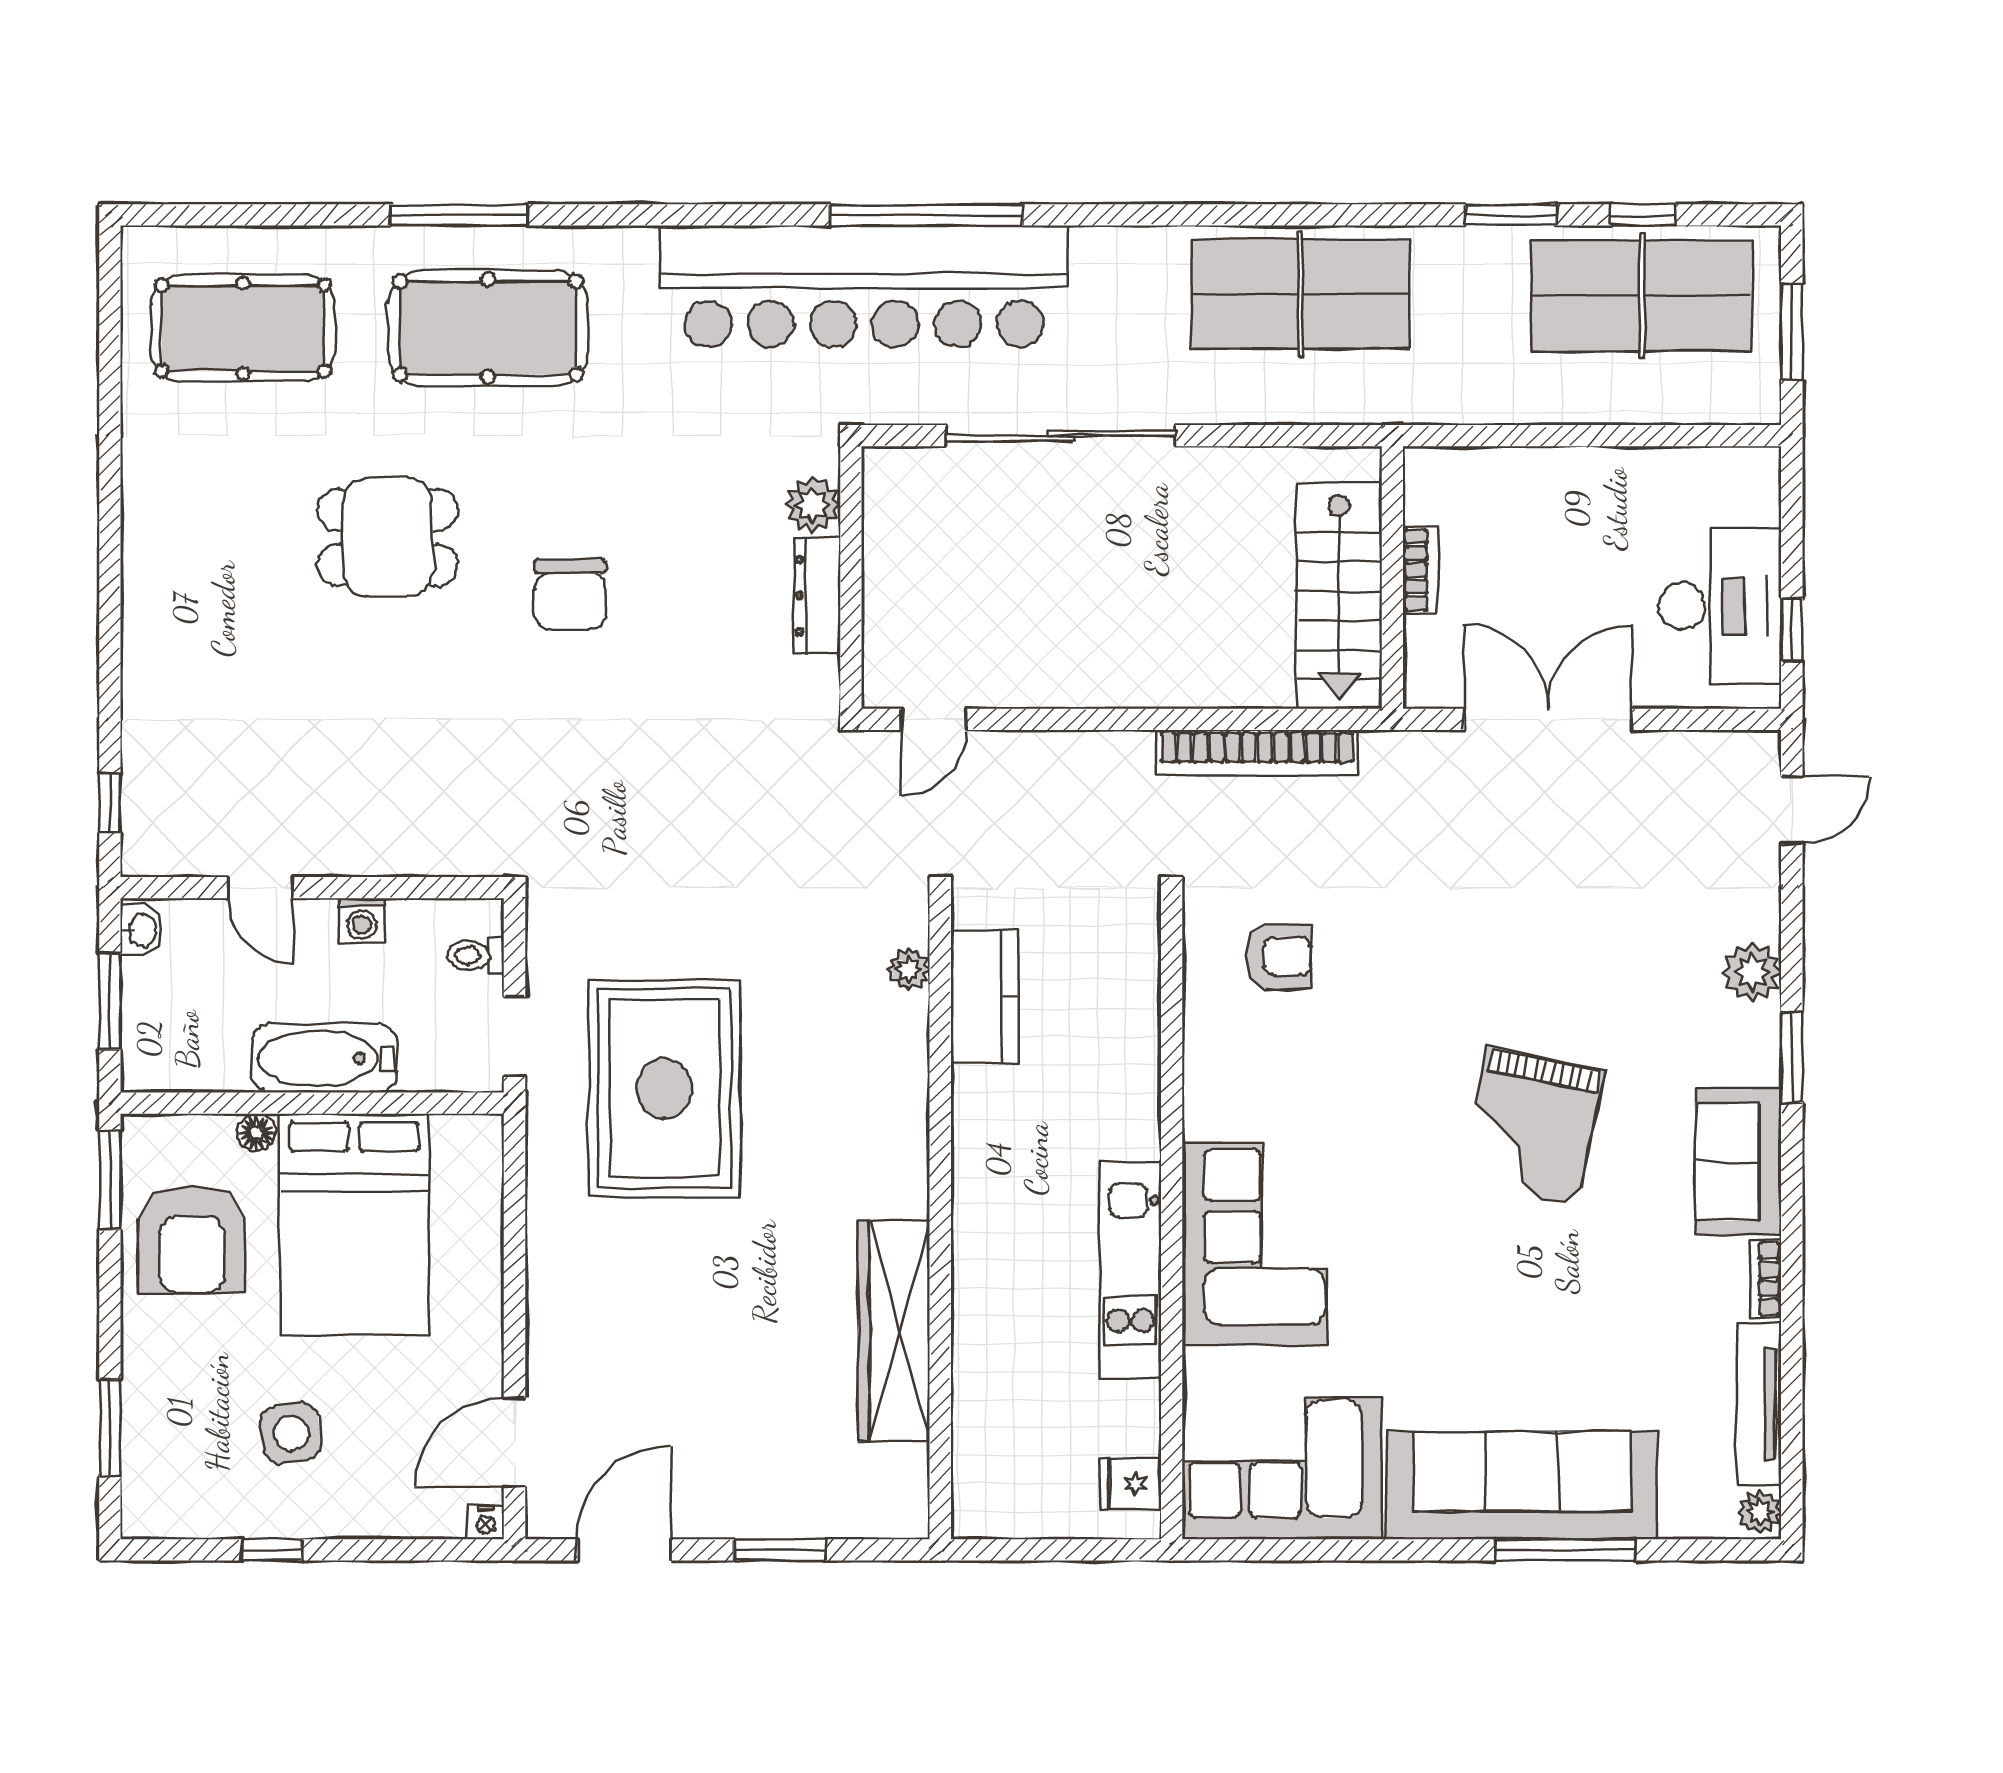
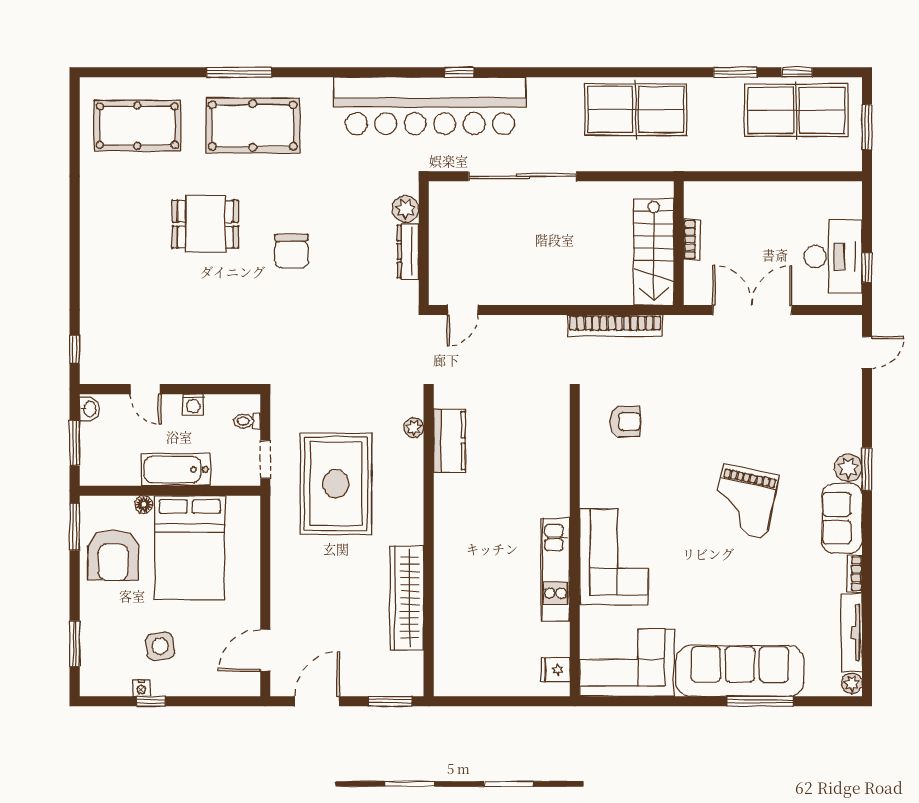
window: (926, 215) -> (459, 72), width x0.32
plant: (909, 969) -> (414, 428), moved
plant: (1752, 972) -> (848, 468), moved
kitchen counter: (984, 997) -> (449, 441), moved
wall: (940, 1219) -> (429, 545), moved
wardrobe: (894, 1330) -> (407, 598), moved
nightstand: (486, 1522) -> (141, 688), moved

